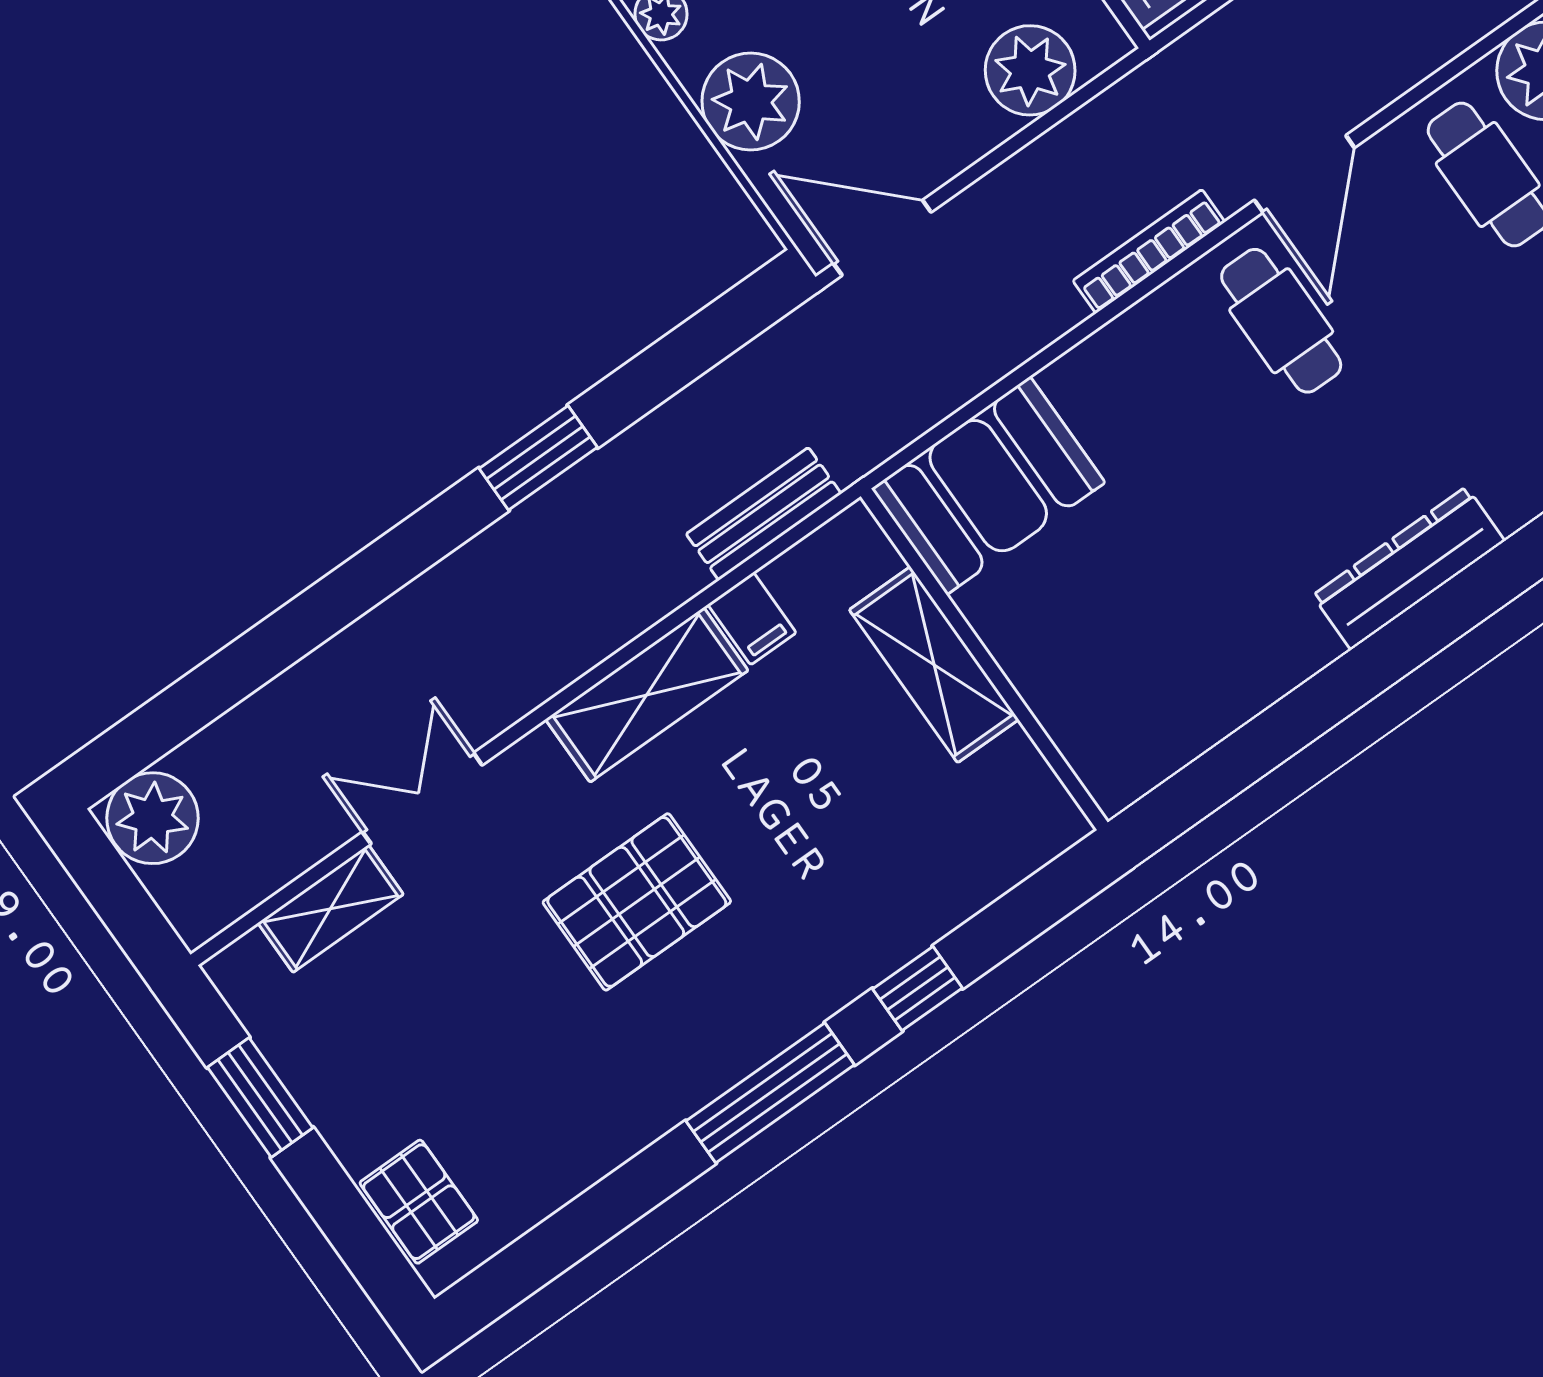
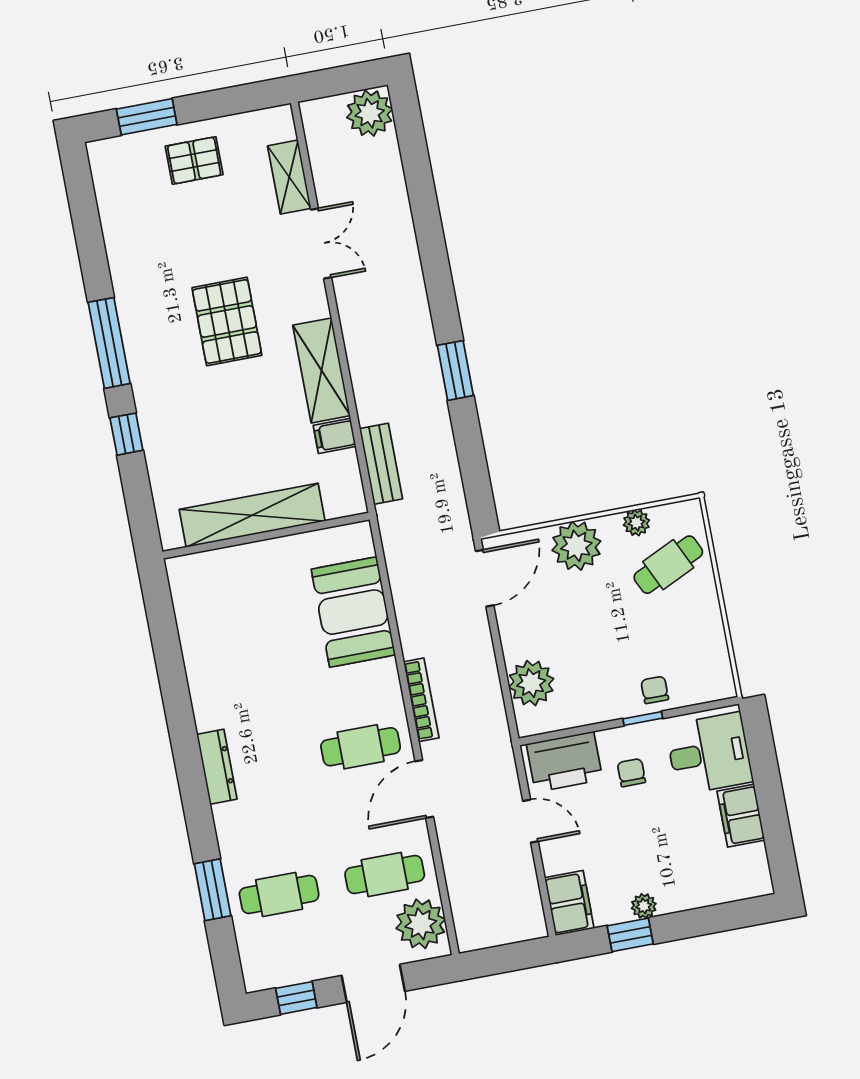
door: (1304, 174) -> (424, 789), hinge flipped
booth: (988, 486) -> (353, 612), moved
dresser: (1409, 568) -> (217, 767), width x0.73, depth x0.80
shelving: (934, 665) -> (252, 515), width x1.47
window: (260, 1098) -> (147, 117), moved
pallet: (419, 1202) -> (194, 160), moved

